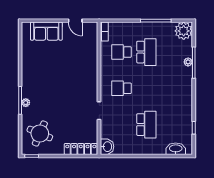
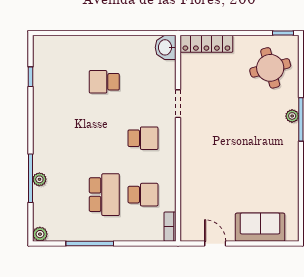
plant: (184, 31) -> (40, 234), width x0.53, depth x0.53
school desk: (146, 52) -> (104, 195), turned 180
school desk: (146, 125) -> (104, 82), width x0.54
round table: (40, 133) -> (270, 68), turned -38
washbasin: (176, 149) -> (59, 44), removed

